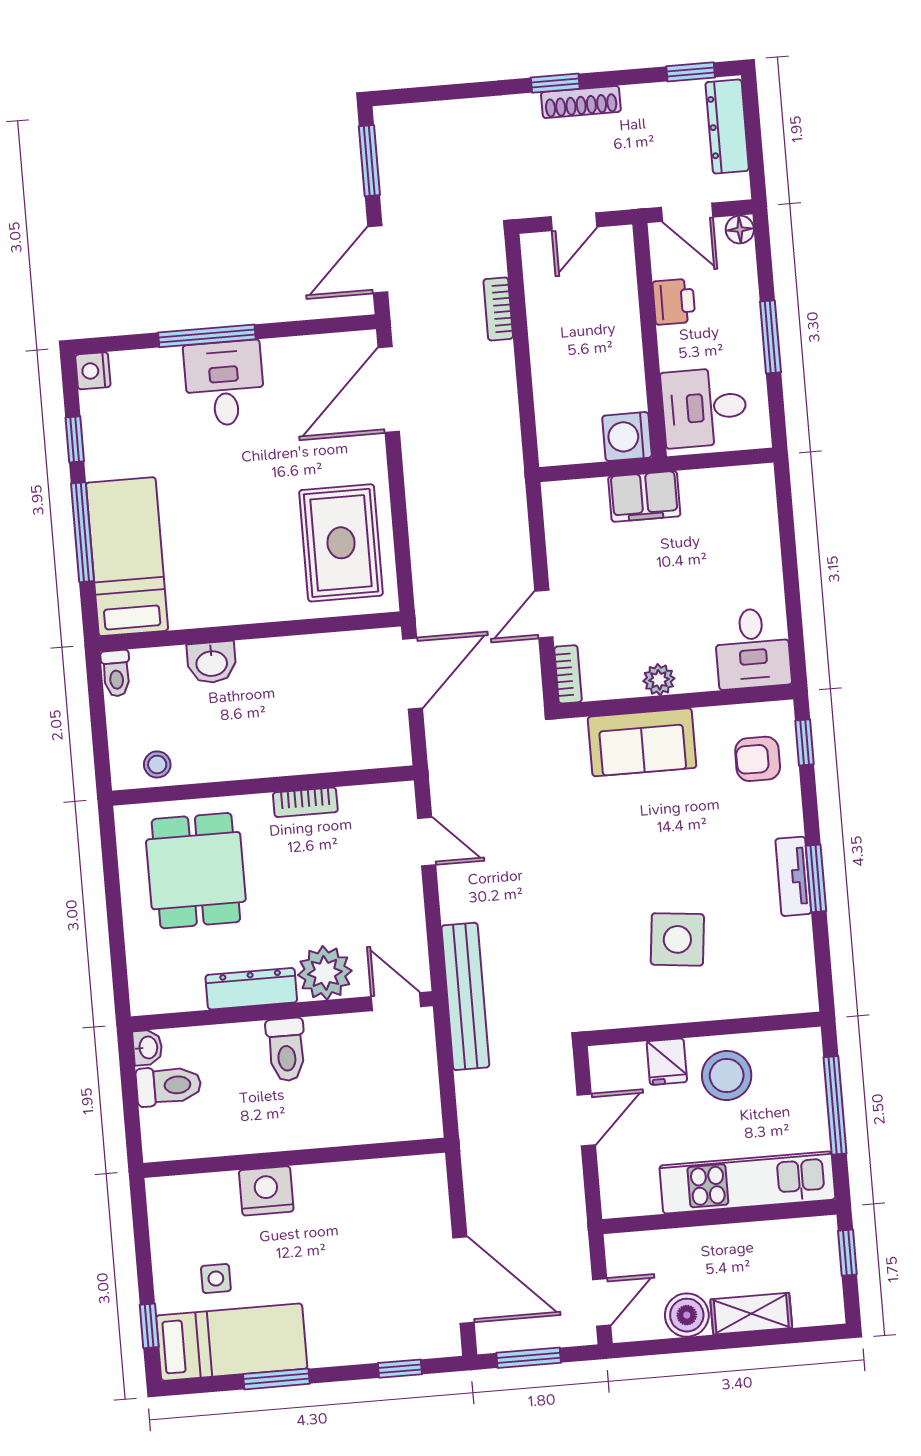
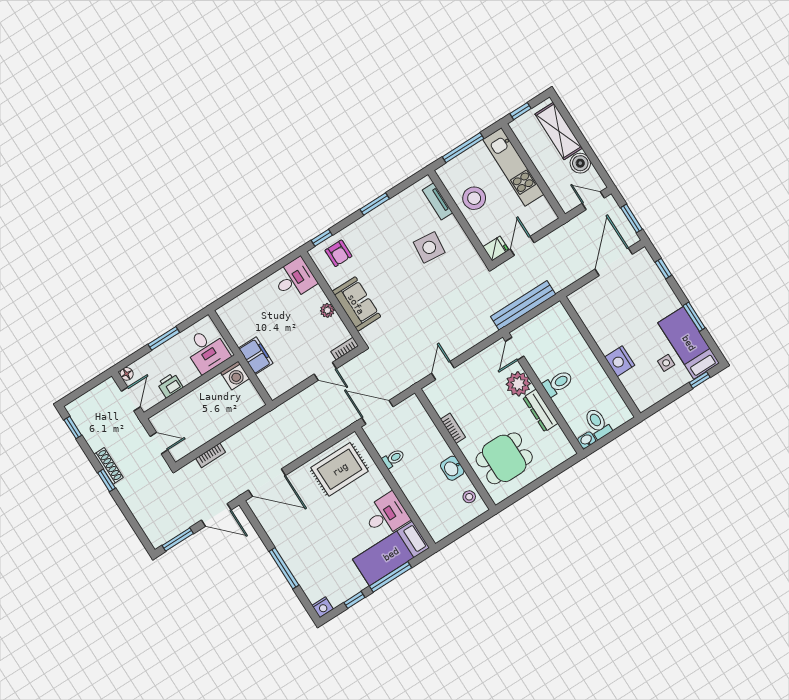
dresser: (727, 126) -> (87, 401), removed
desk: (224, 383) -> (386, 515), moved, turned 180
washbasin: (212, 662) -> (452, 468), moved, turned 180
toilet: (116, 673) -> (393, 458), moved
tv unit: (793, 876) -> (437, 201), moved, turned 90
bench: (465, 996) -> (523, 305), moved
fridge: (667, 1062) -> (496, 248), moved
door: (586, 1120) -> (522, 246), hinge flipped
shelving: (751, 1314) -> (559, 131), width x1.50, depth x1.33

